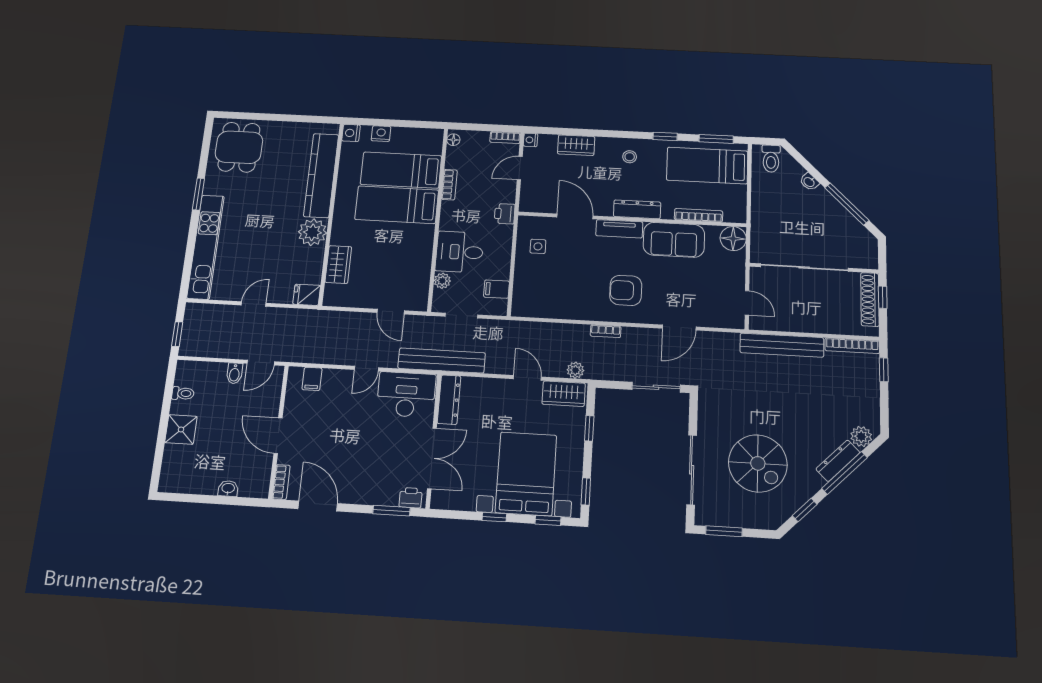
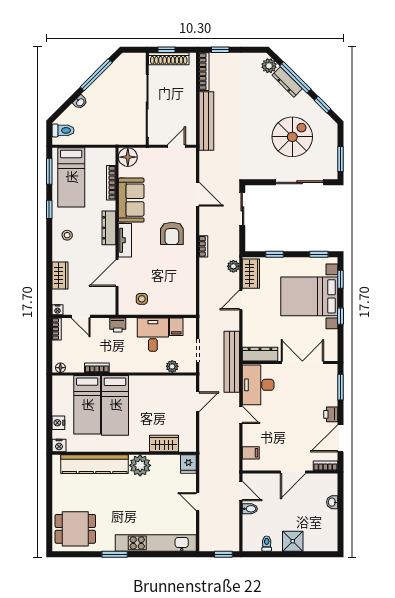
desk: (460, 252) -> (153, 335), moved, turned 180
printer: (411, 498) -> (331, 414), moved

